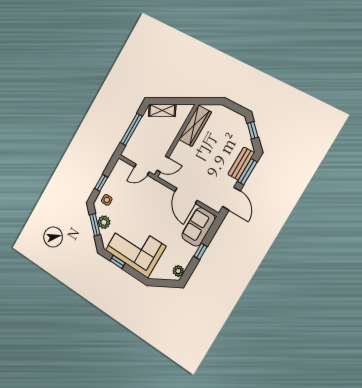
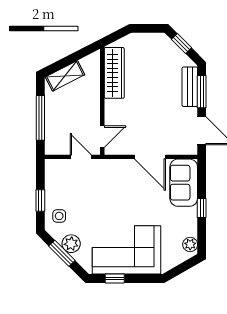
door: (142, 170) -> (81, 157), swing flipped

